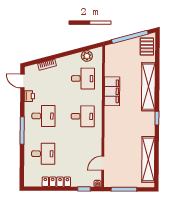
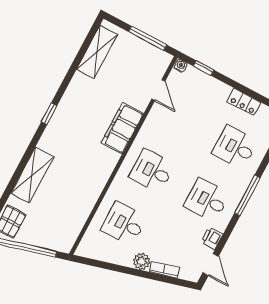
plant: (87, 56) -> (142, 261), moved
shelving: (148, 87) -> (32, 175), width x0.68
filing cabinet: (112, 91) -> (122, 128), moved
shelving: (148, 159) -> (97, 52), width x0.68
door: (103, 163) -> (158, 90), hinge flipped
locker: (56, 182) -> (244, 102), width x0.66

